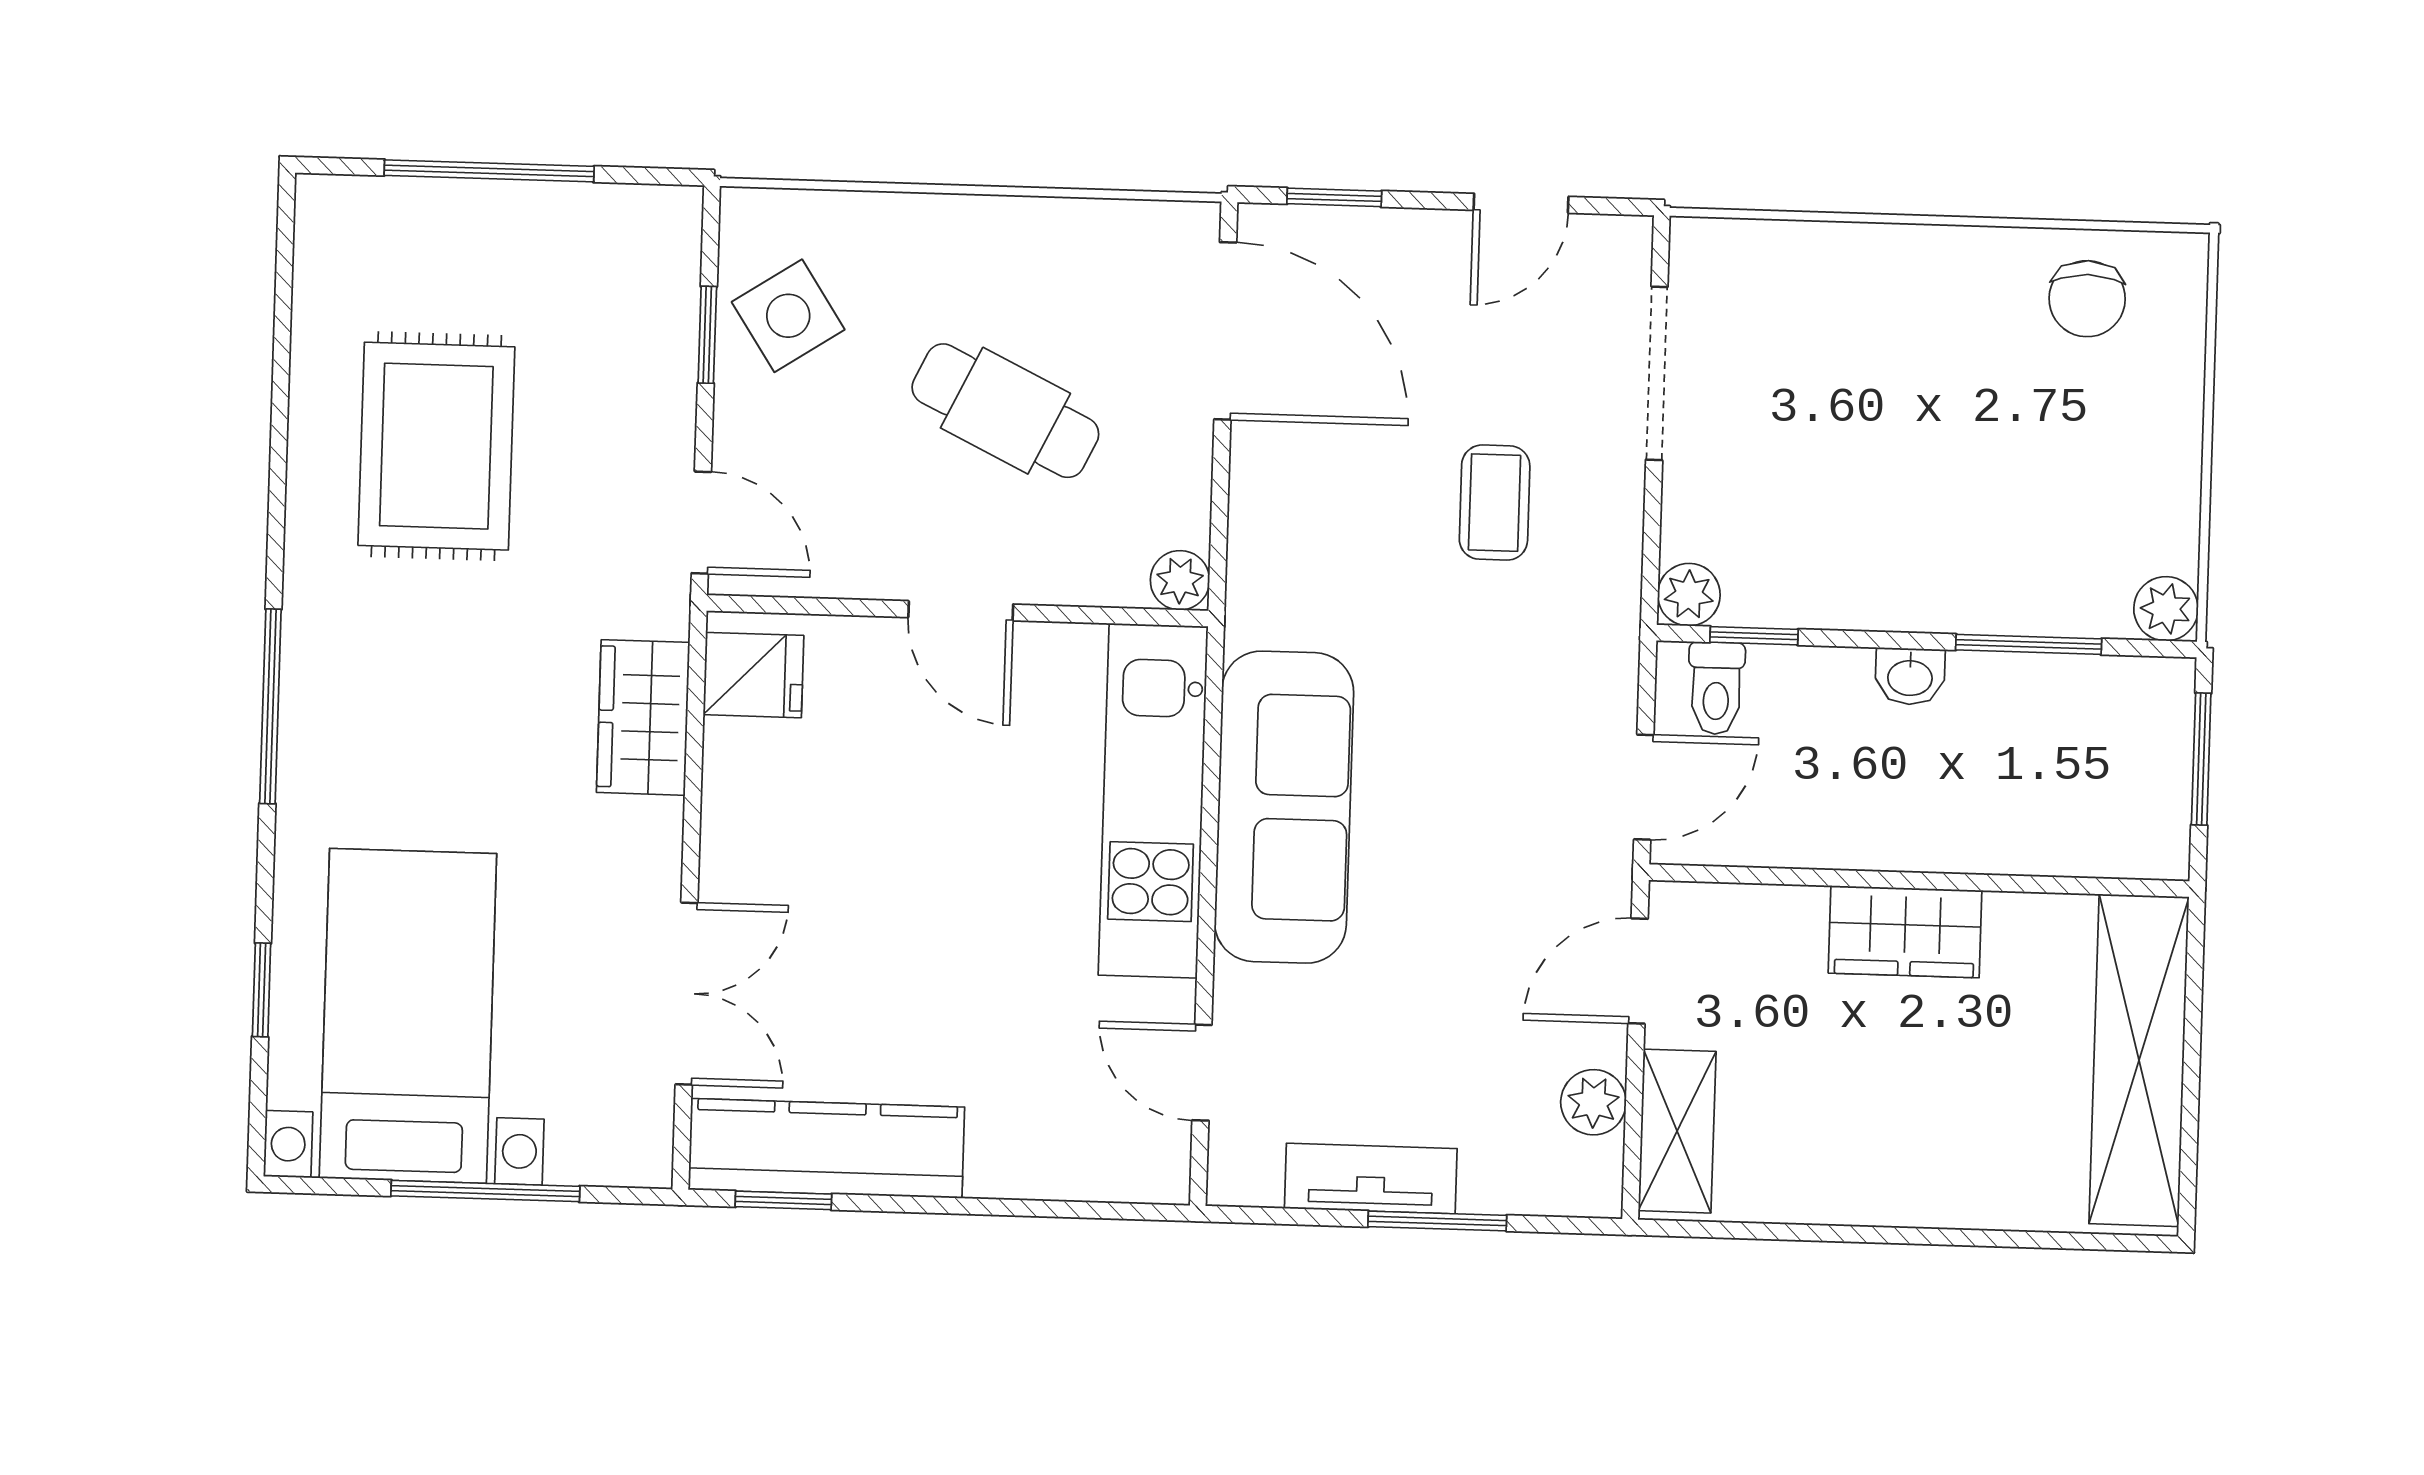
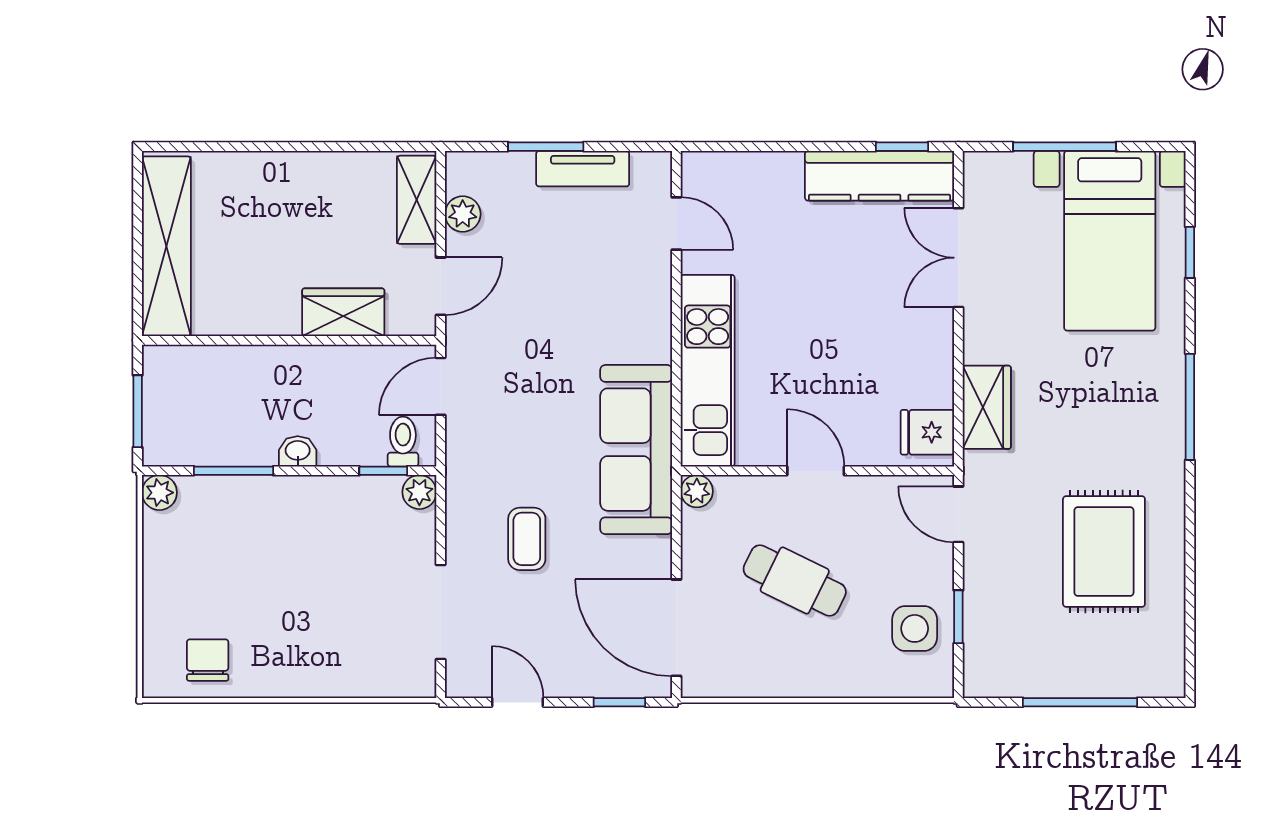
door: (1521, 203) -> (518, 702), hinge flipped
side table: (788, 316) -> (915, 628), turned 33
sofa: (1284, 807) -> (636, 450), moved
wardrobe: (1905, 932) -> (343, 312), moved

